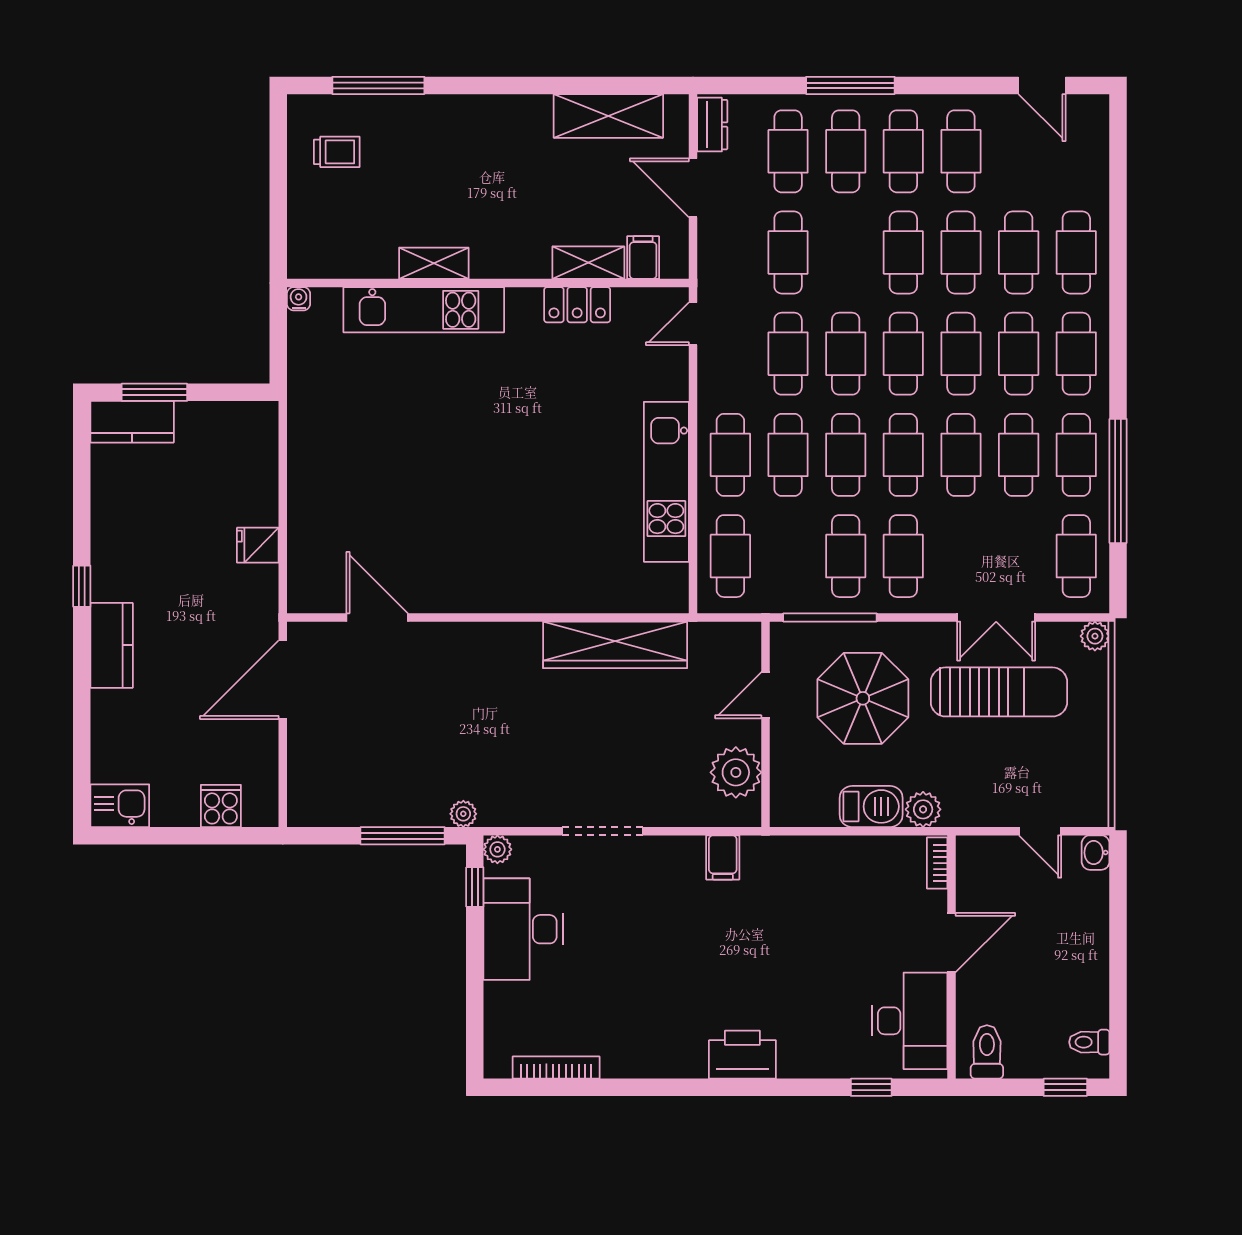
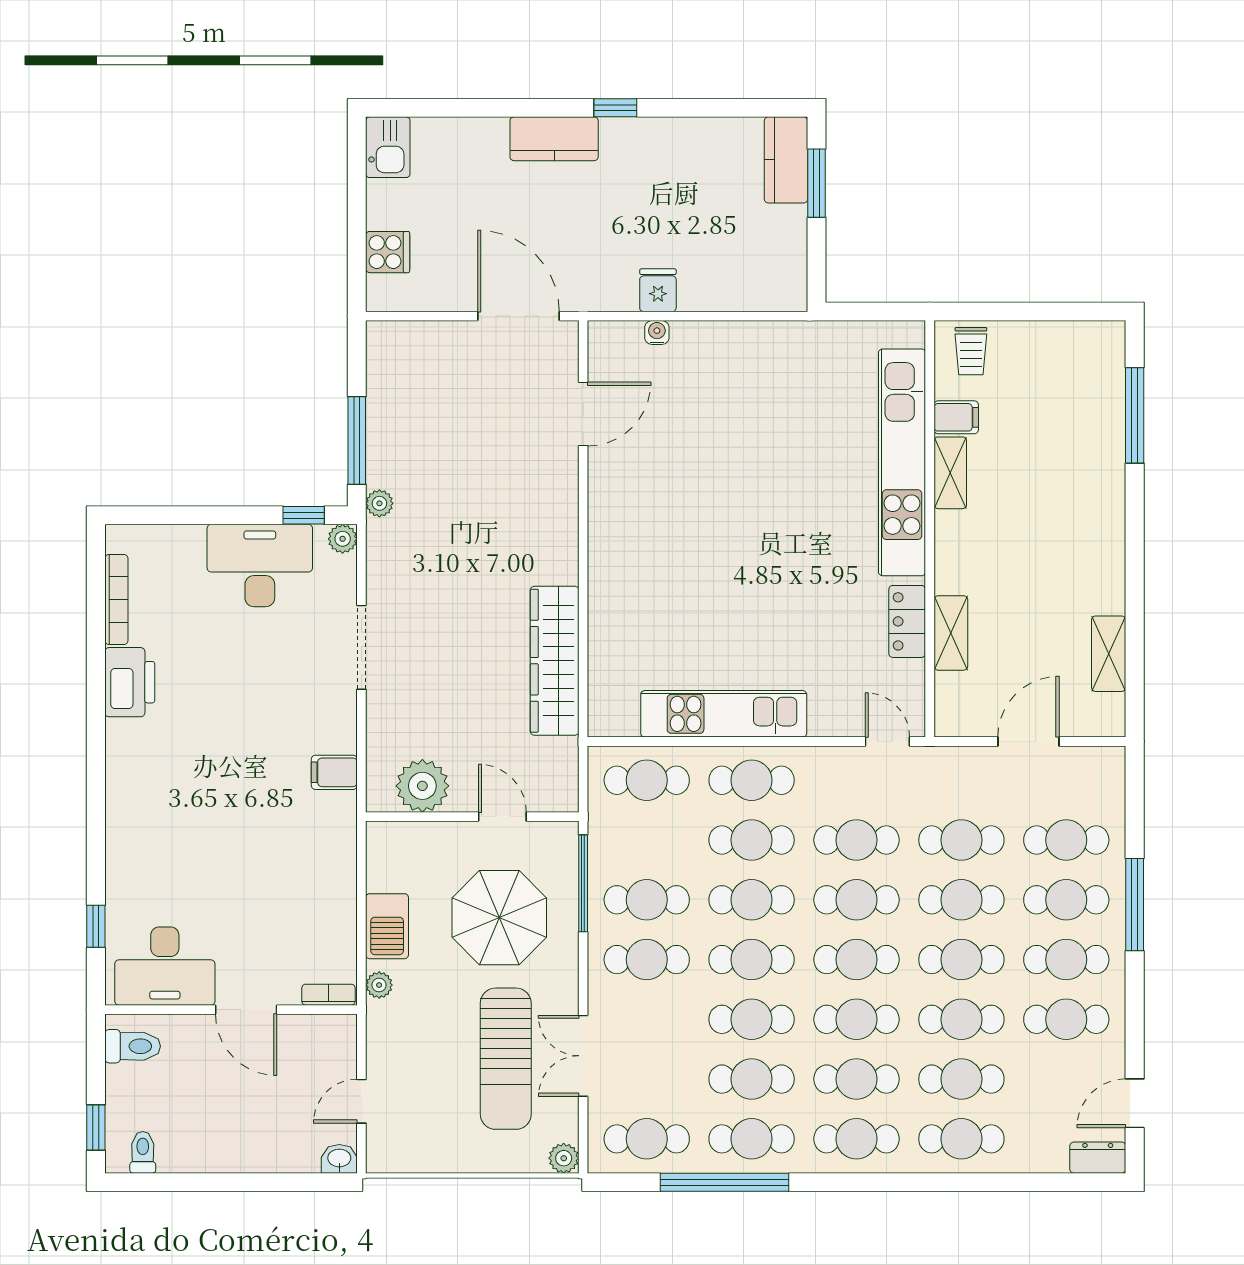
shelving: (608, 116) -> (1109, 654), width x0.67, depth x0.75
dresser: (712, 125) -> (1098, 1158), moved, turned 180
trolley: (337, 152) -> (971, 351), moved
cafe table: (846, 253) -> (961, 900), added
filing cabinet: (643, 258) -> (956, 417), moved
water cooler: (299, 299) -> (657, 333), moved, turned -90
kitchen unit: (424, 310) -> (902, 462), width x1.36
plant: (923, 809) -> (379, 985), width x0.73, depth x0.73
printer: (742, 1055) -> (130, 682), moved

